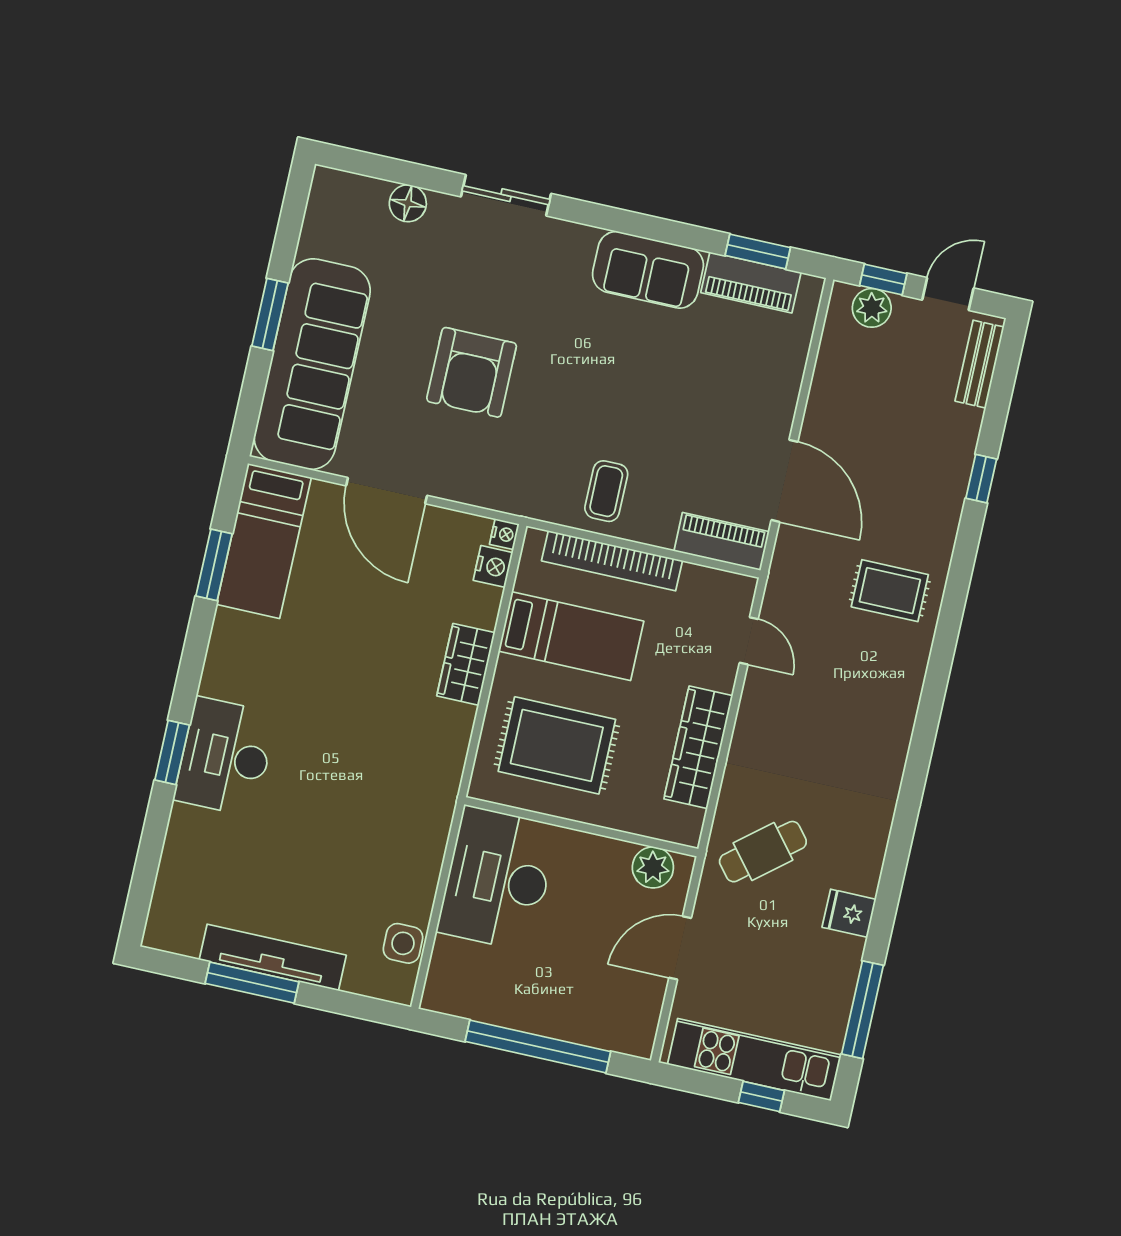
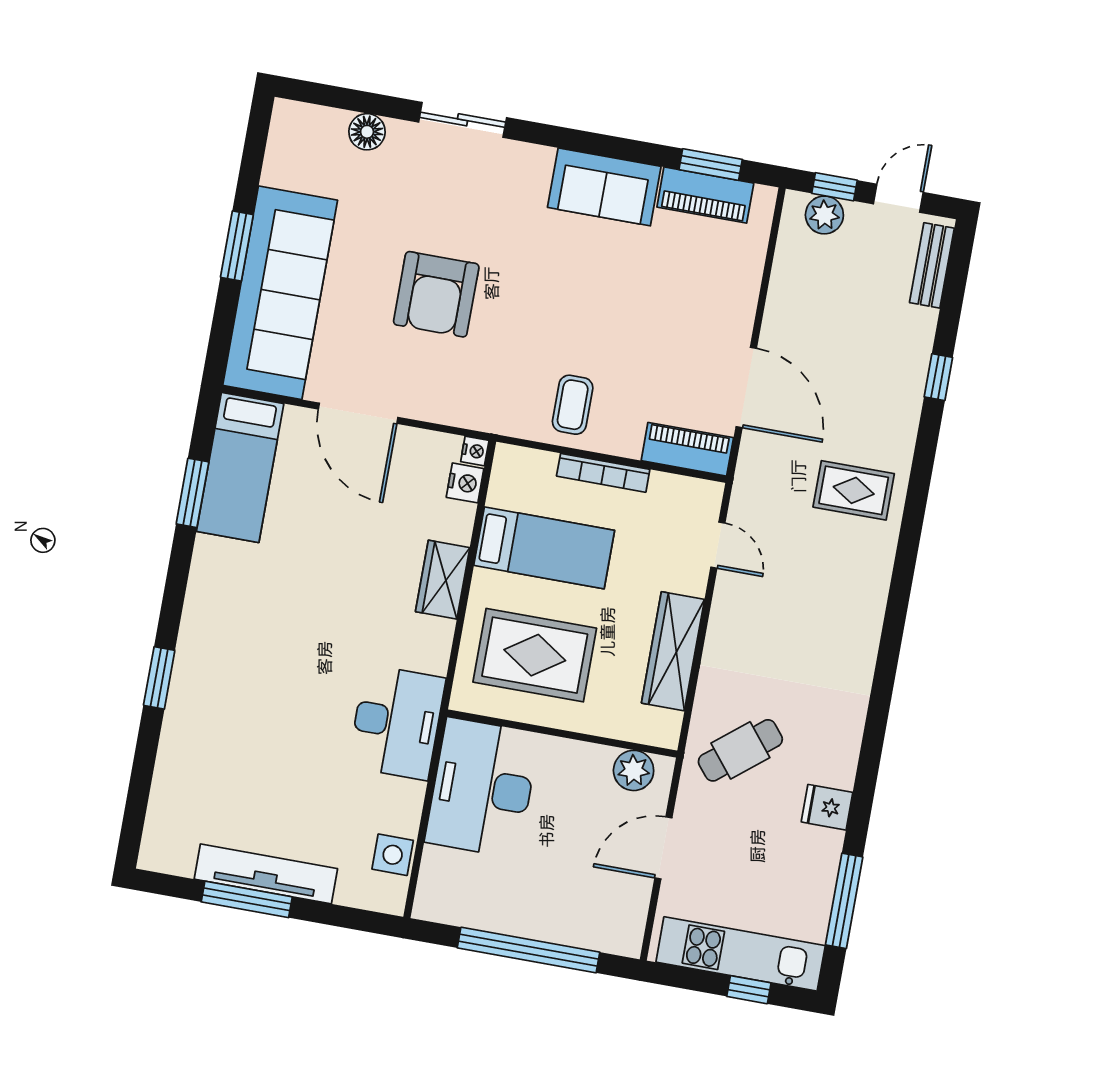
bookcase: (612, 561) -> (603, 473), width x0.68, depth x0.76
desk: (225, 757) -> (397, 722), moved, turned 180

